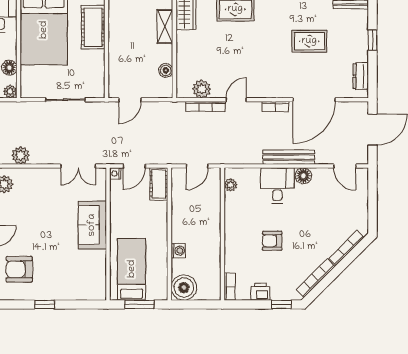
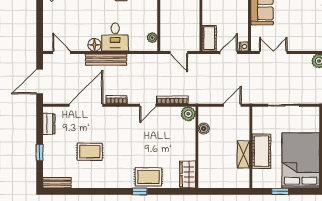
cot: (93, 27) -> (261, 151), moved
shelving: (165, 27) -> (243, 155), moved
plant: (202, 89) -> (188, 114), moved
door: (197, 166) -> (179, 53), swing flipped

